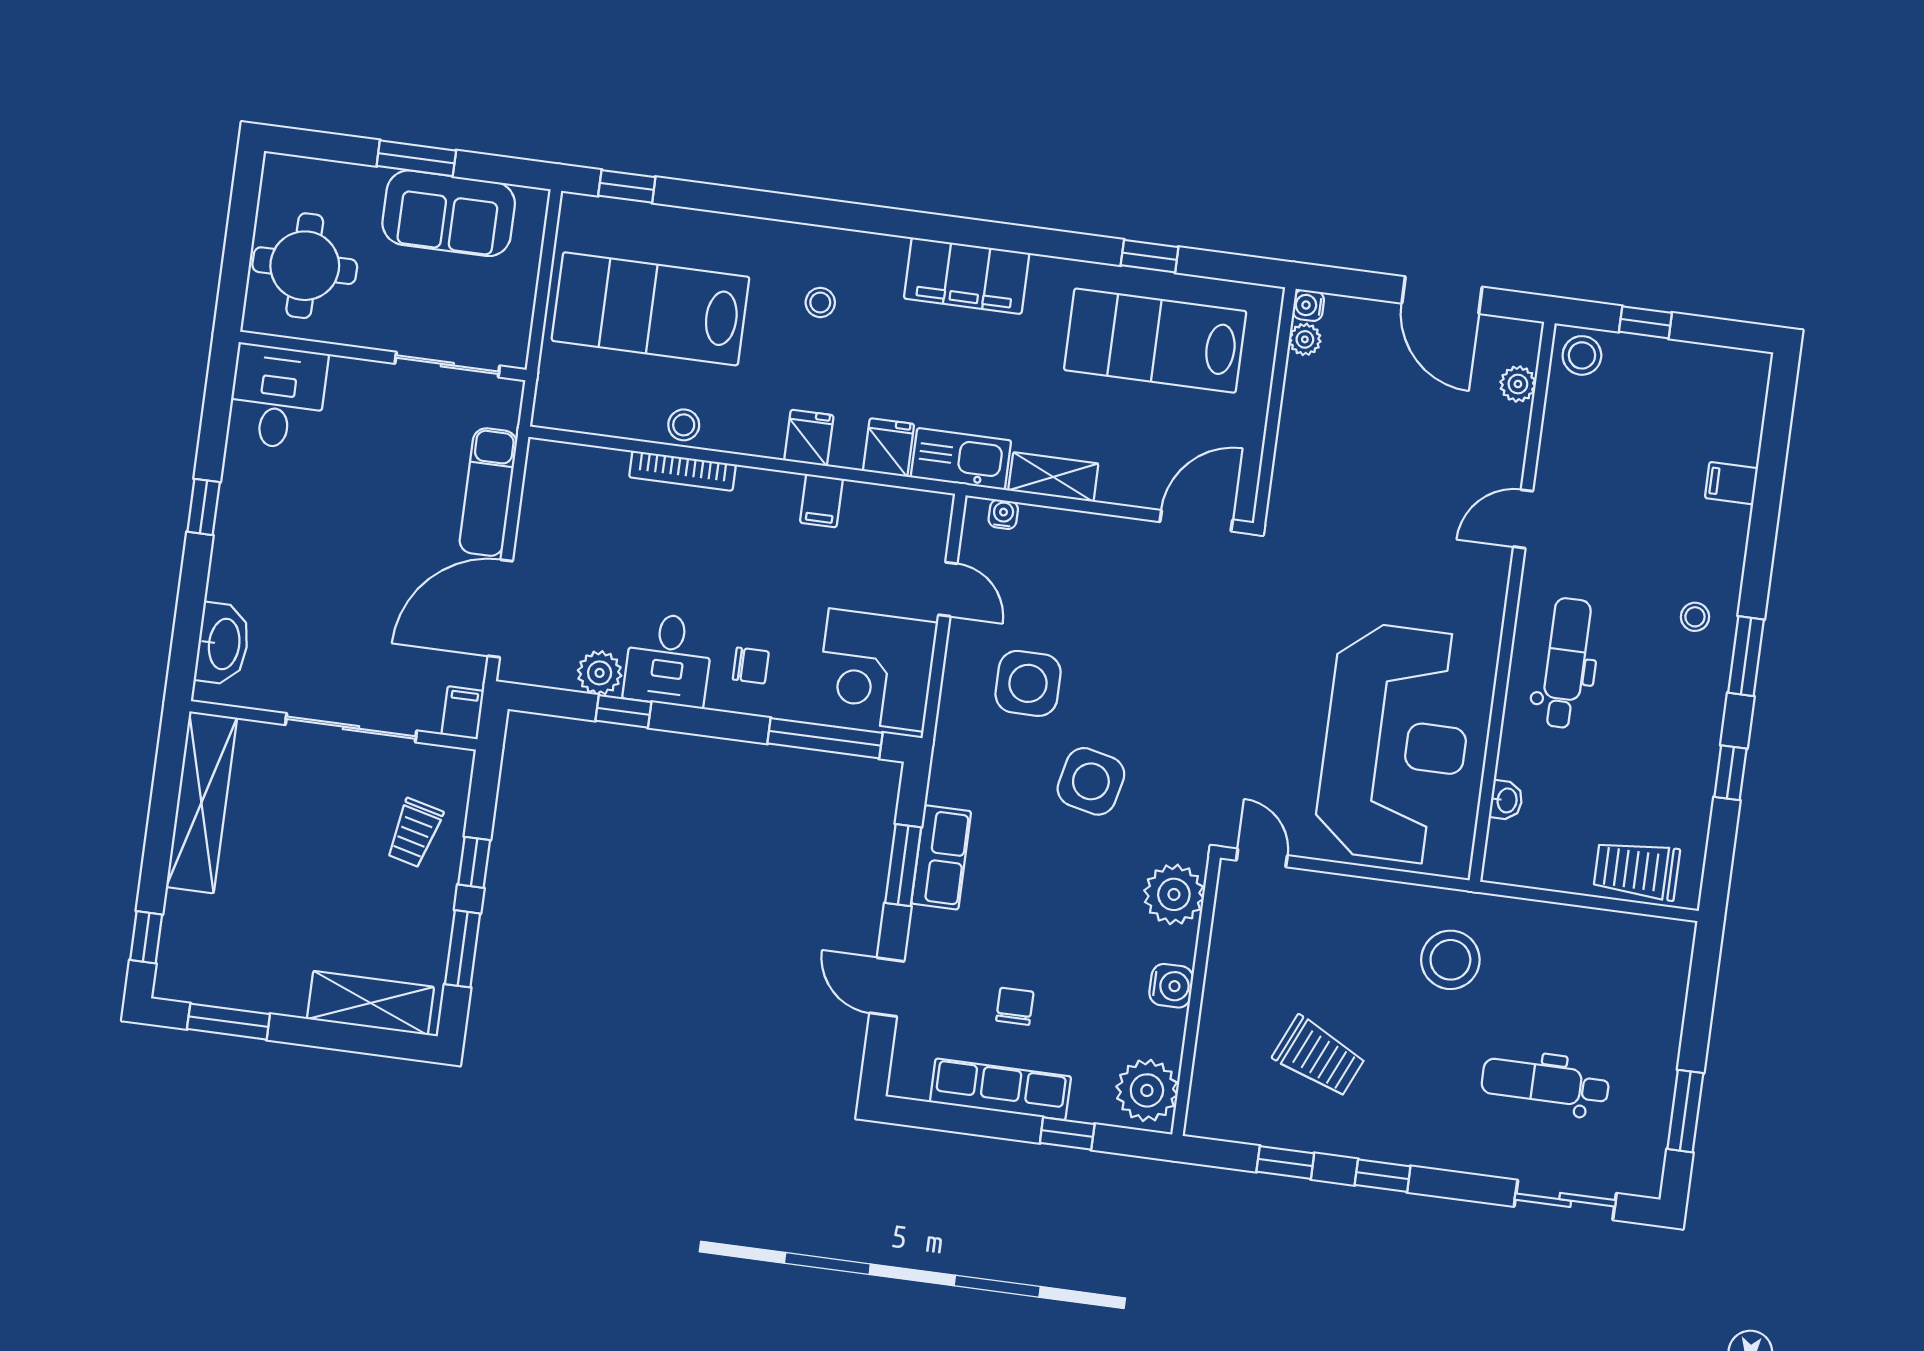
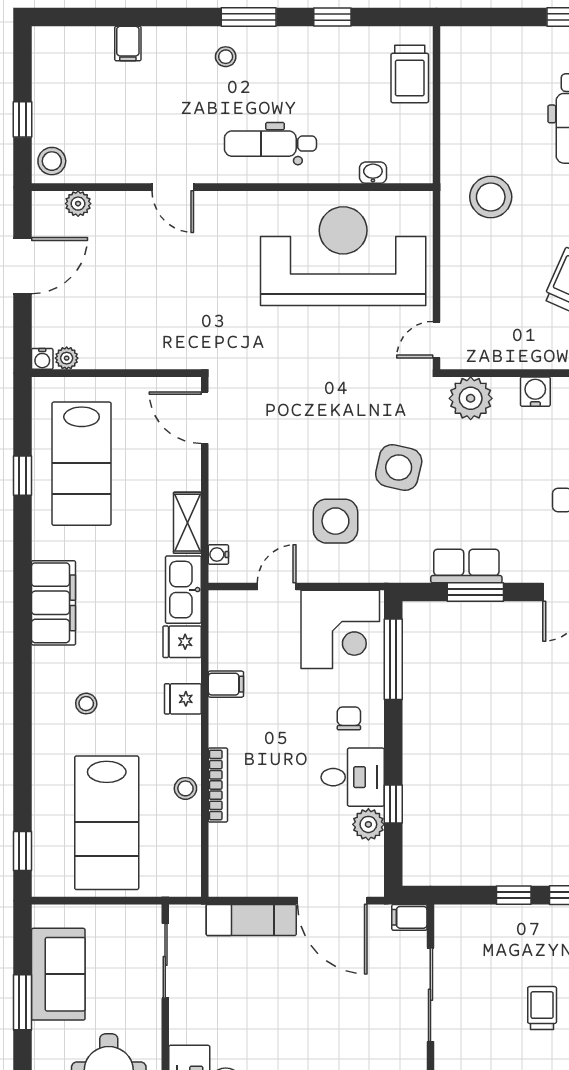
trolley: (414, 833) -> (542, 1008), moved, turned -104

